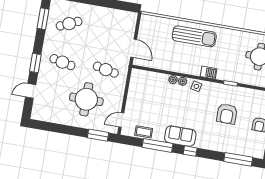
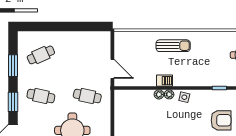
window: (43, 19) -> (13, 66), moved
sun lounger: (194, 36) -> (173, 46), width x0.73, depth x0.75
barbecue: (209, 73) -> (164, 81), moved
armchair: (227, 114) -> (221, 120), turned -90

